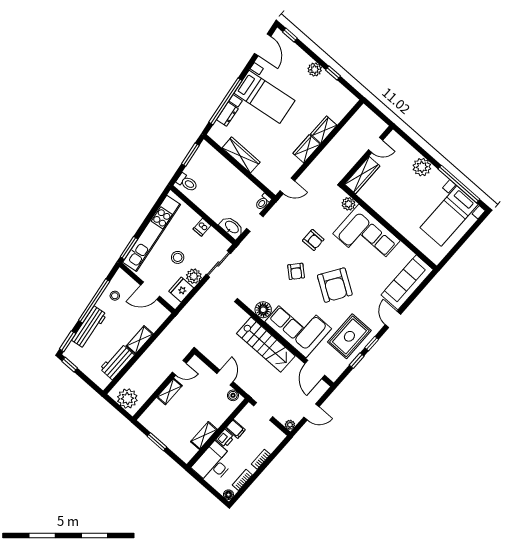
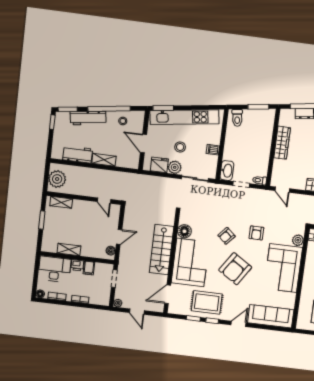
shelving: (169, 391) -> (61, 202), moved

